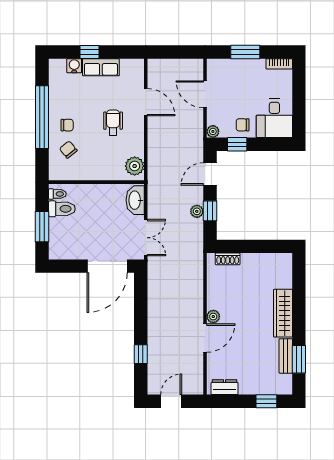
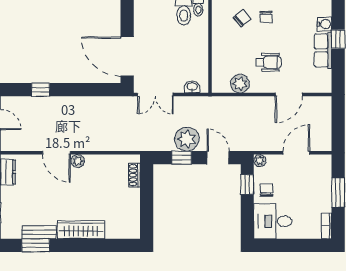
plant: (135, 166) -> (240, 84), moved
washbasin: (135, 200) -> (192, 87), width x0.52, depth x0.69
plant: (197, 211) -> (187, 139), width x1.87, depth x1.87

